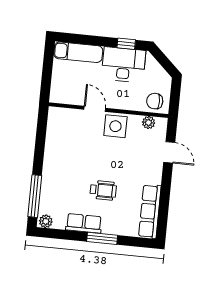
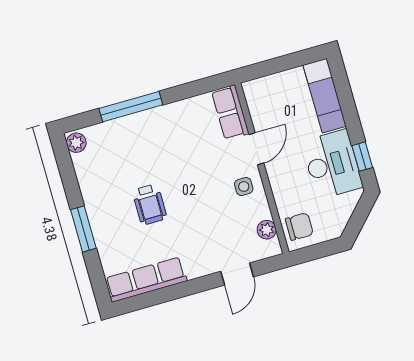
chair: (155, 101) -> (299, 227), turned 90
side table: (115, 126) -> (244, 187), width x0.54, depth x0.54
window: (35, 196) -> (131, 107), moved
row of seats: (84, 223) -> (230, 112), moved, turned 180

